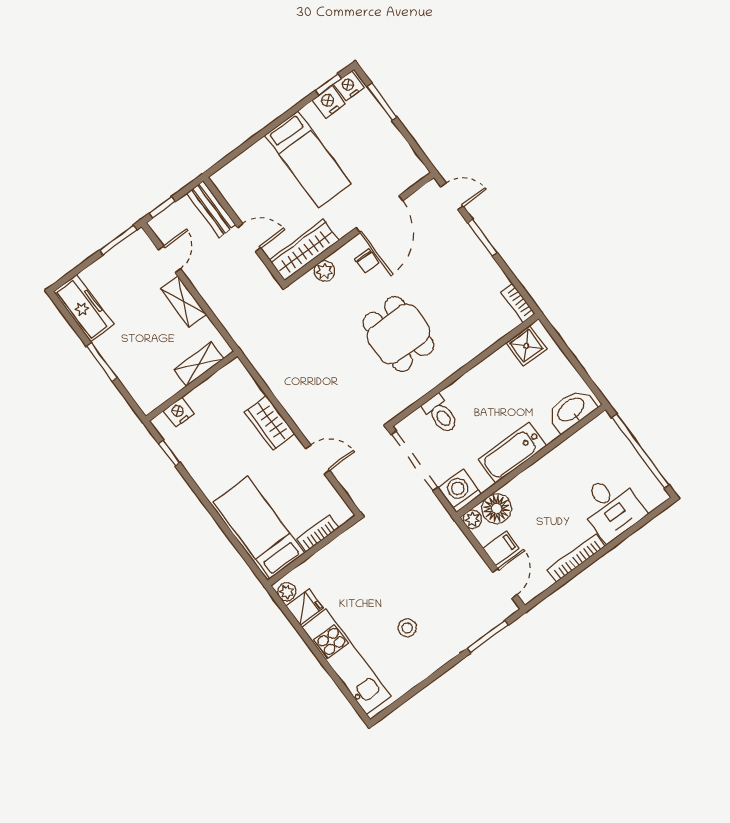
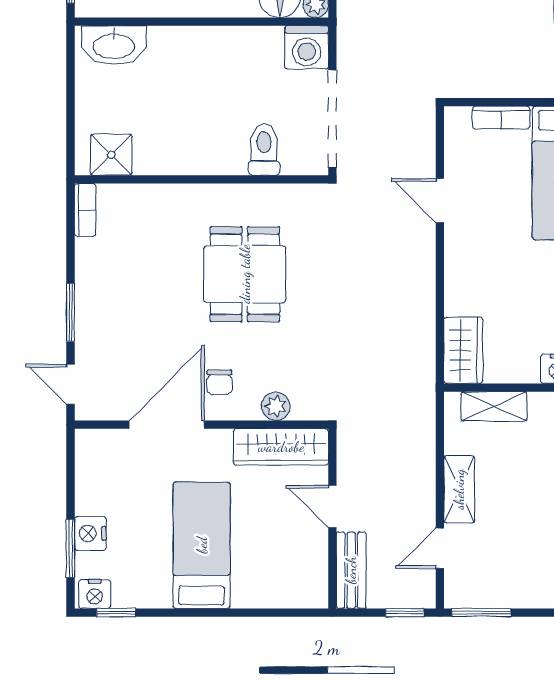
nightstand: (329, 102) -> (90, 533), moved, turned 90
chair: (367, 261) -> (219, 382), turned 180
wardrobe: (270, 423) -> (463, 350), moved
bathtub: (512, 453) -> (216, 46), removed

